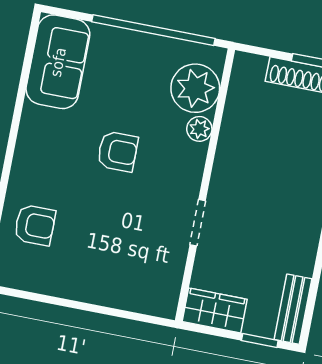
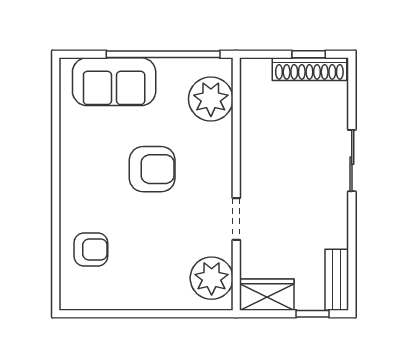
sofa: (58, 62) -> (114, 82), moved, turned 90
plant: (199, 129) -> (212, 278), moved, width x1.88, depth x1.88
armchair: (118, 151) -> (152, 169), width x1.38, depth x1.38

